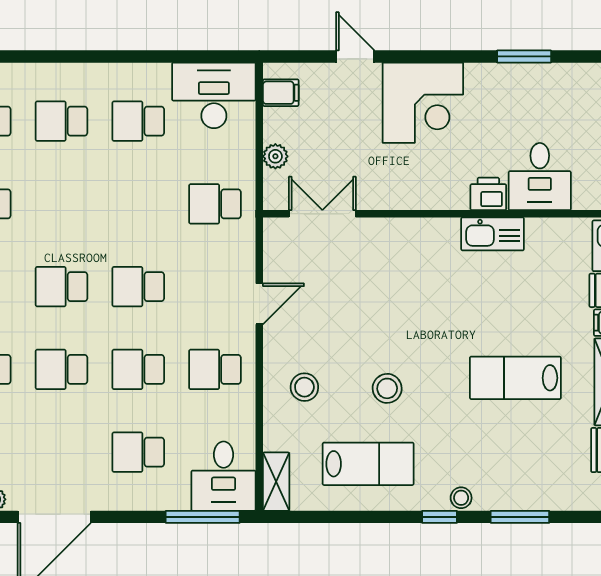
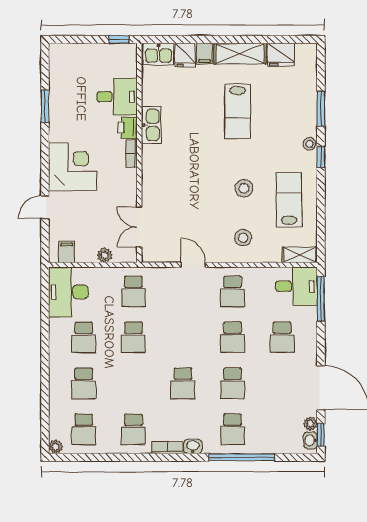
bookcase: (445, 201) -> (131, 154), added
school desk: (138, 287) -> (133, 337), moved

